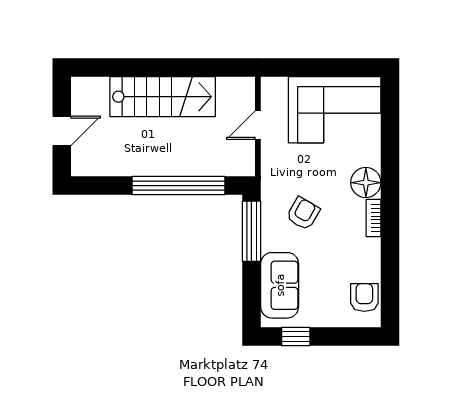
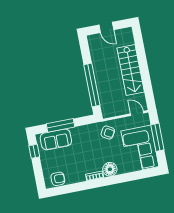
window: (317, 68) -> (157, 137), added
door: (258, 125) -> (137, 113), moved
armchair: (303, 214) -> (108, 133), moved
window: (251, 231) -> (60, 125), moved

